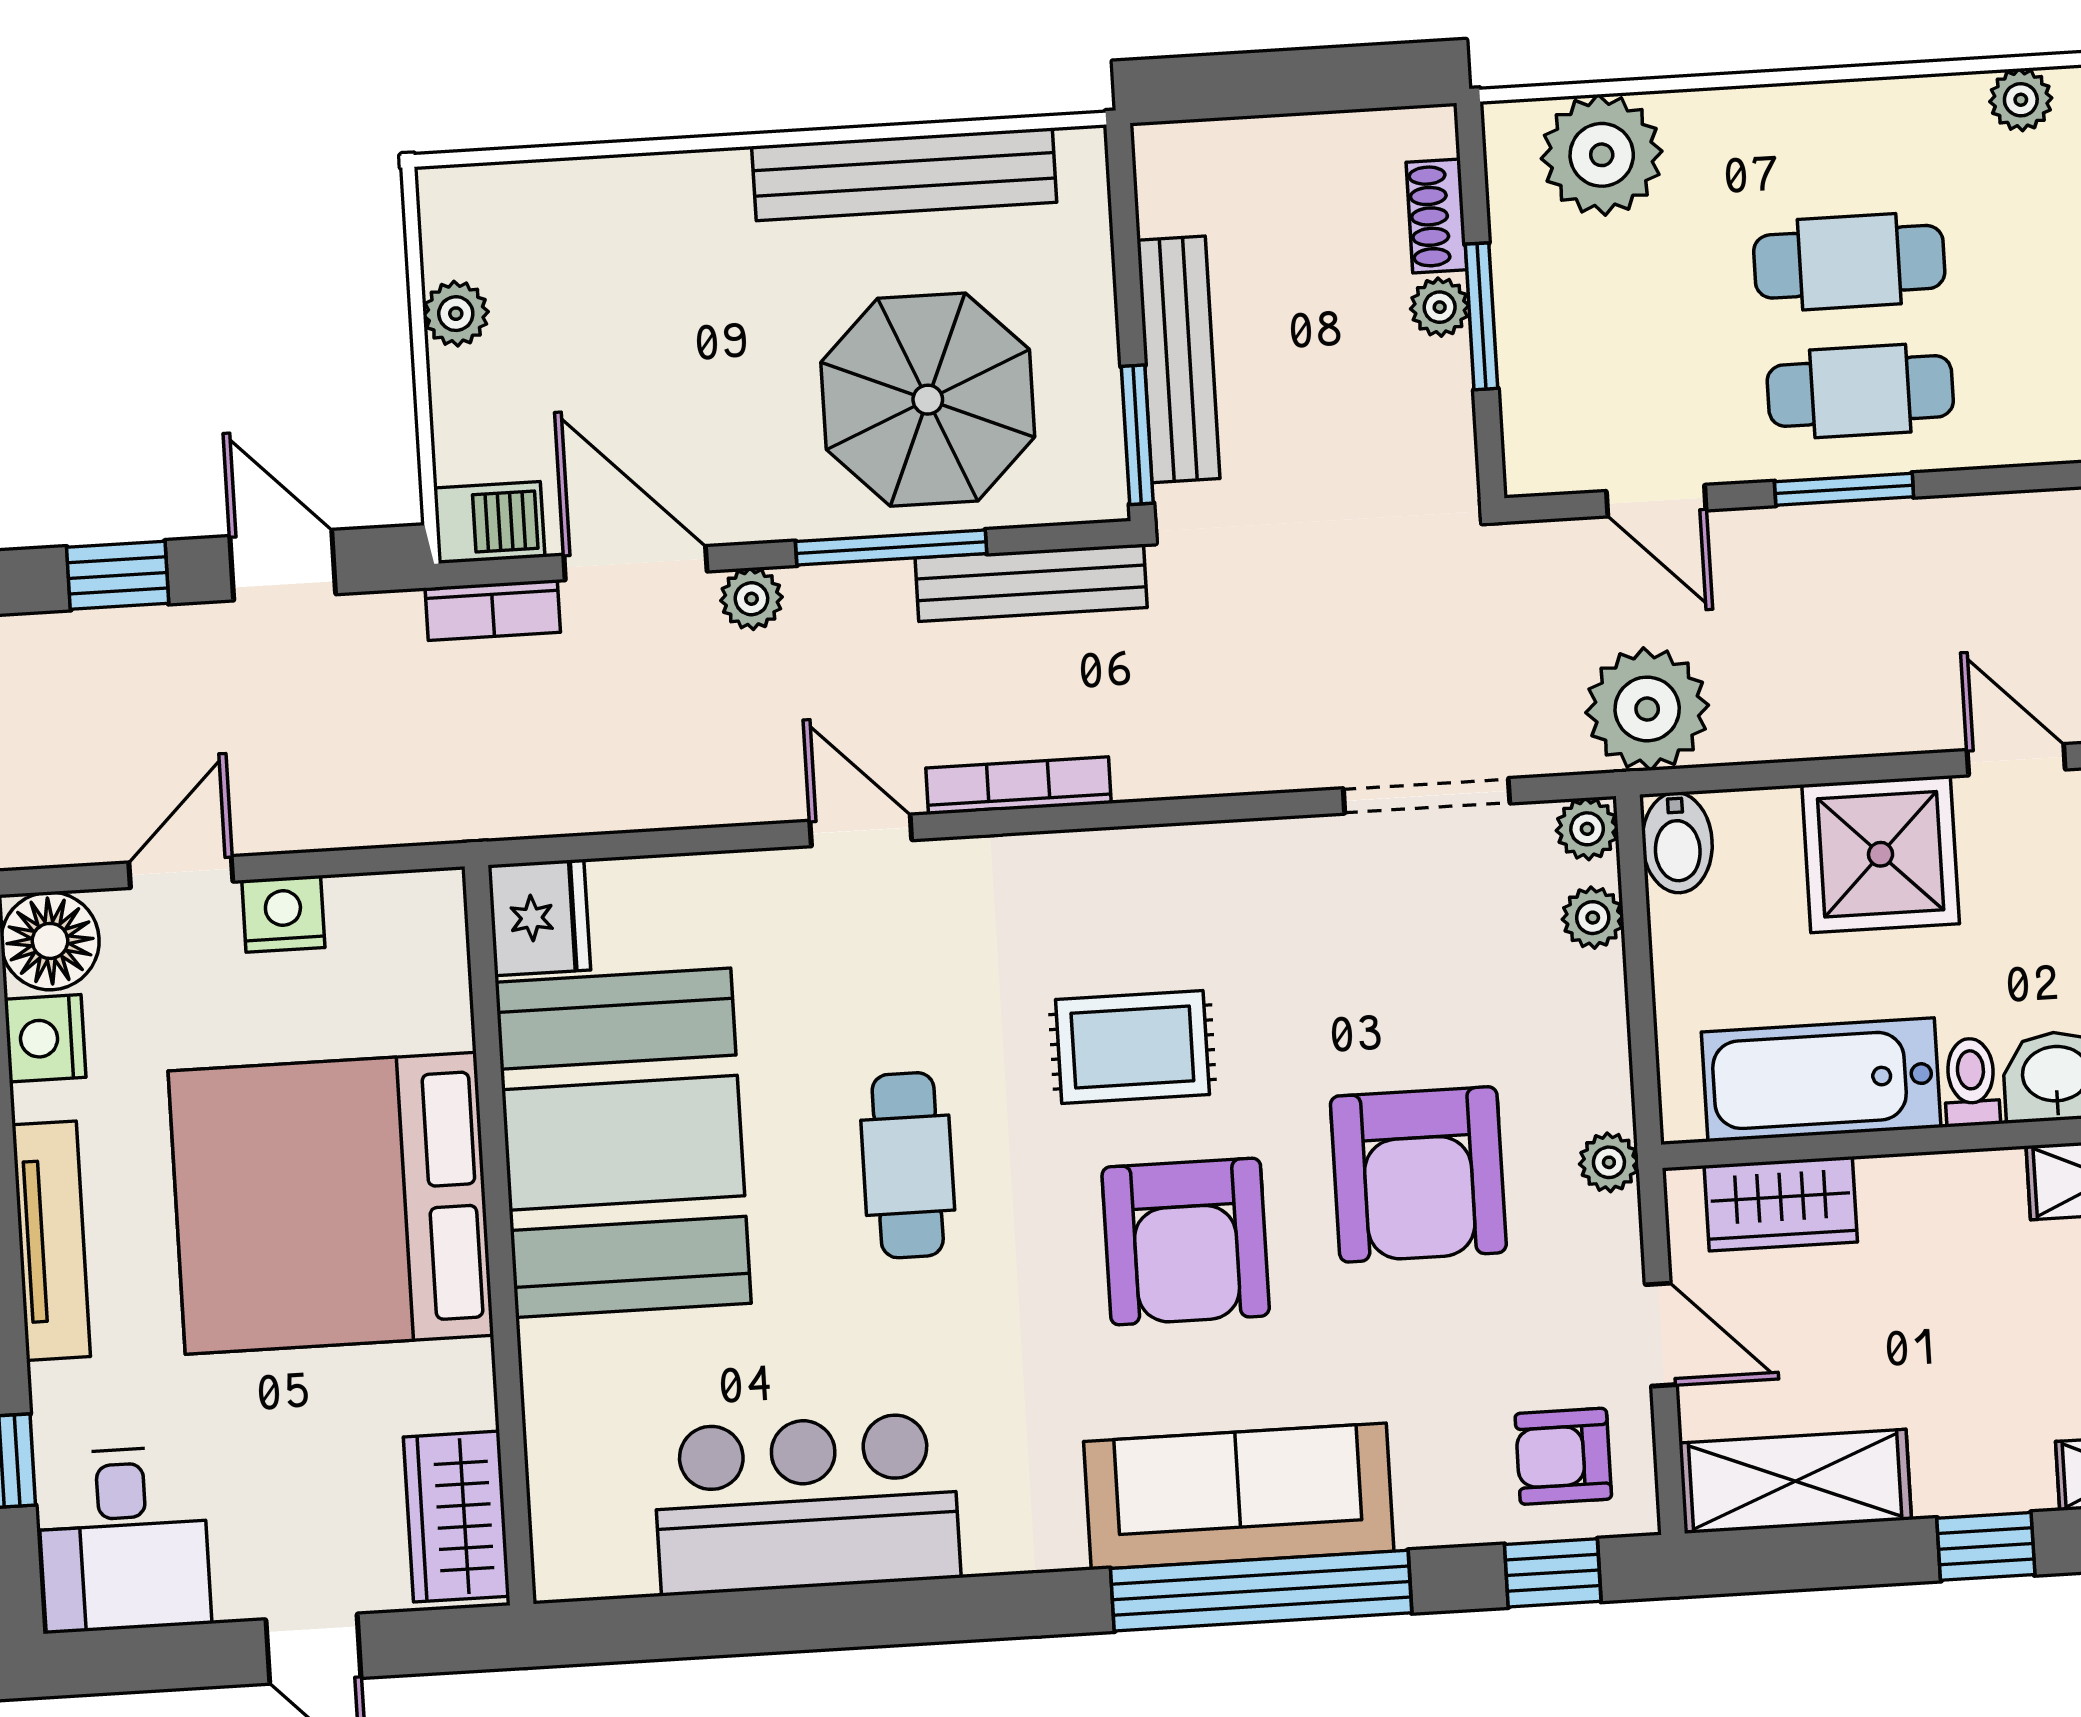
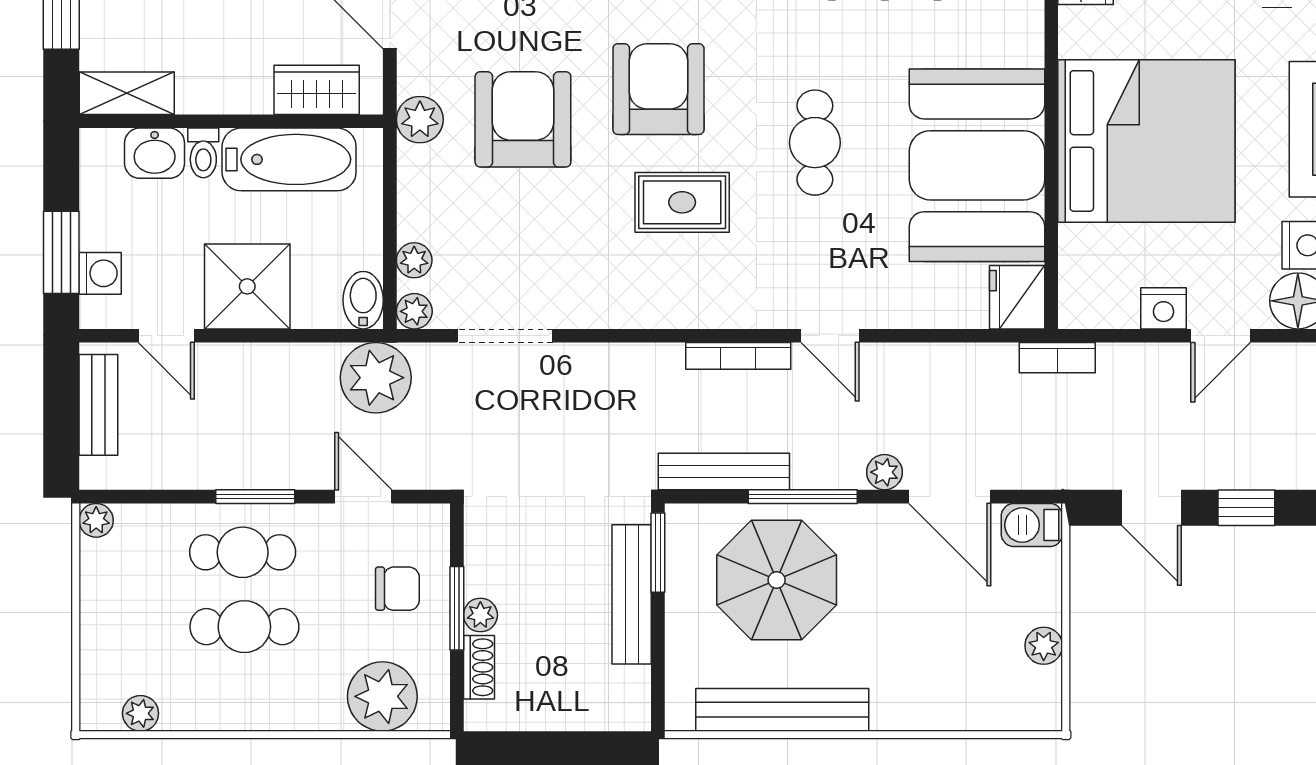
chair: (1587, 344) -> (397, 589), added
bookcase: (493, 610) -> (1057, 358), moved, turned 180
plant: (1609, 1162) -> (420, 120), width x1.38, depth x1.38

